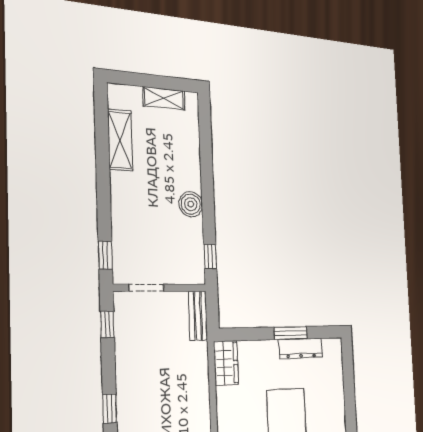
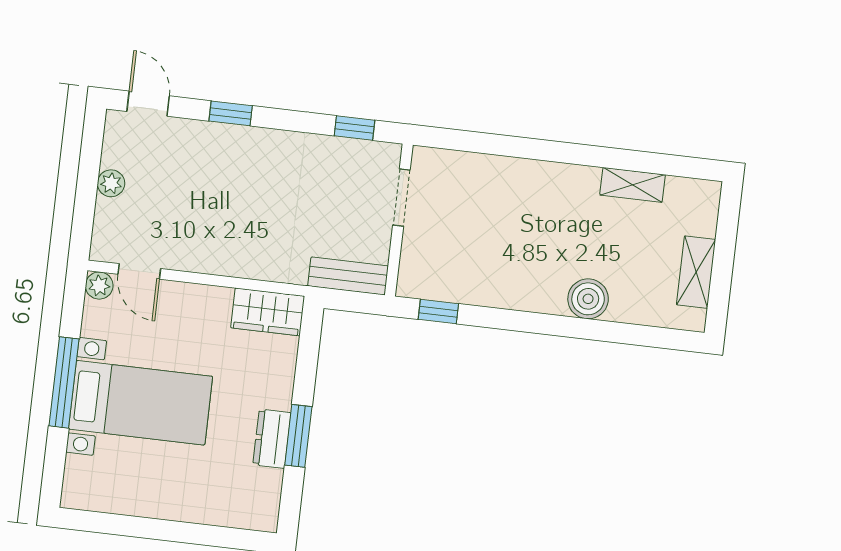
shelving: (120, 140) -> (633, 185), width x0.67, depth x0.75
boiler: (191, 204) -> (588, 299), moved
window: (105, 255) -> (458, 140), removed
dresser: (301, 348) -> (272, 439), width x0.70

